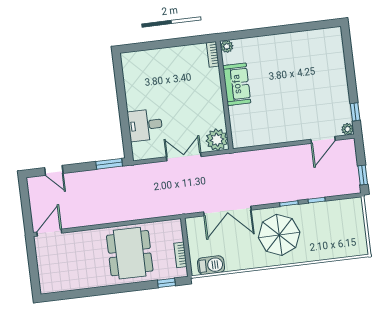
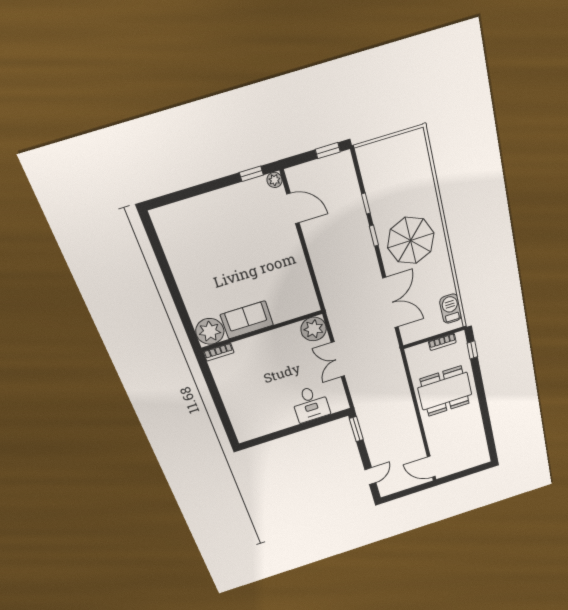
plant: (227, 46) -> (210, 331), width x1.87, depth x1.87

